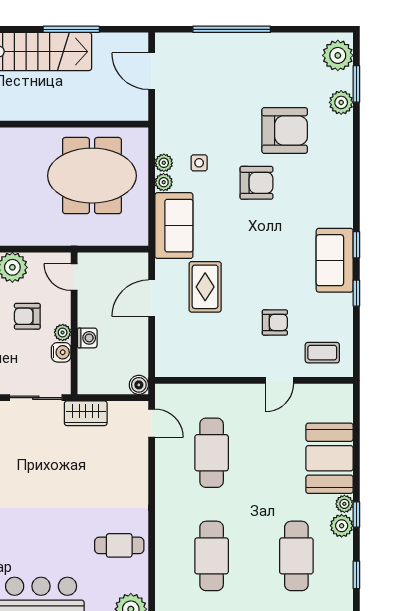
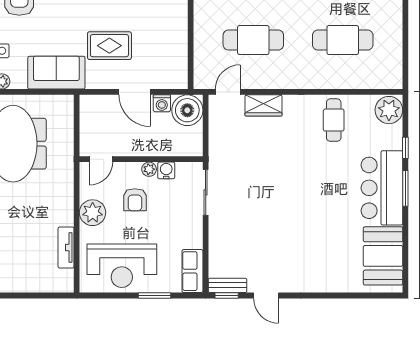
plant: (164, 182) -> (19, 82), removed
door: (152, 298) -> (135, 92), moved
washing machine: (87, 338) -> (162, 103), moved, turned 180
boiler: (139, 385) -> (187, 110), width x1.86, depth x1.86
wardrobe: (86, 413) -> (263, 105), moved, turned 90

